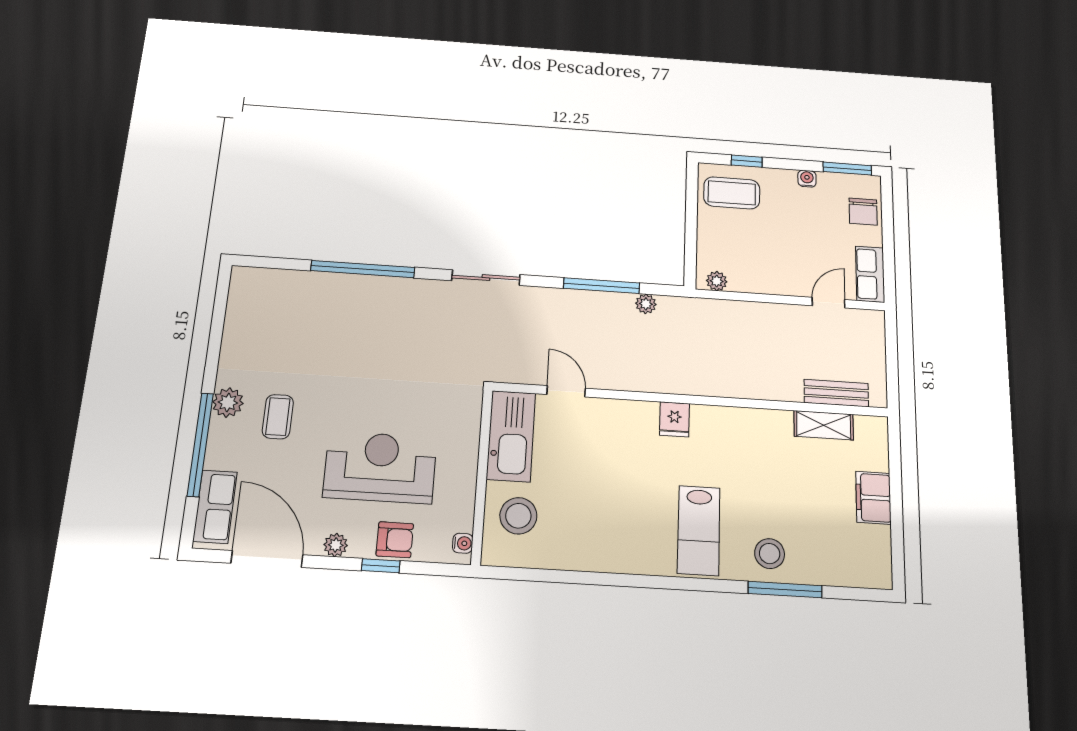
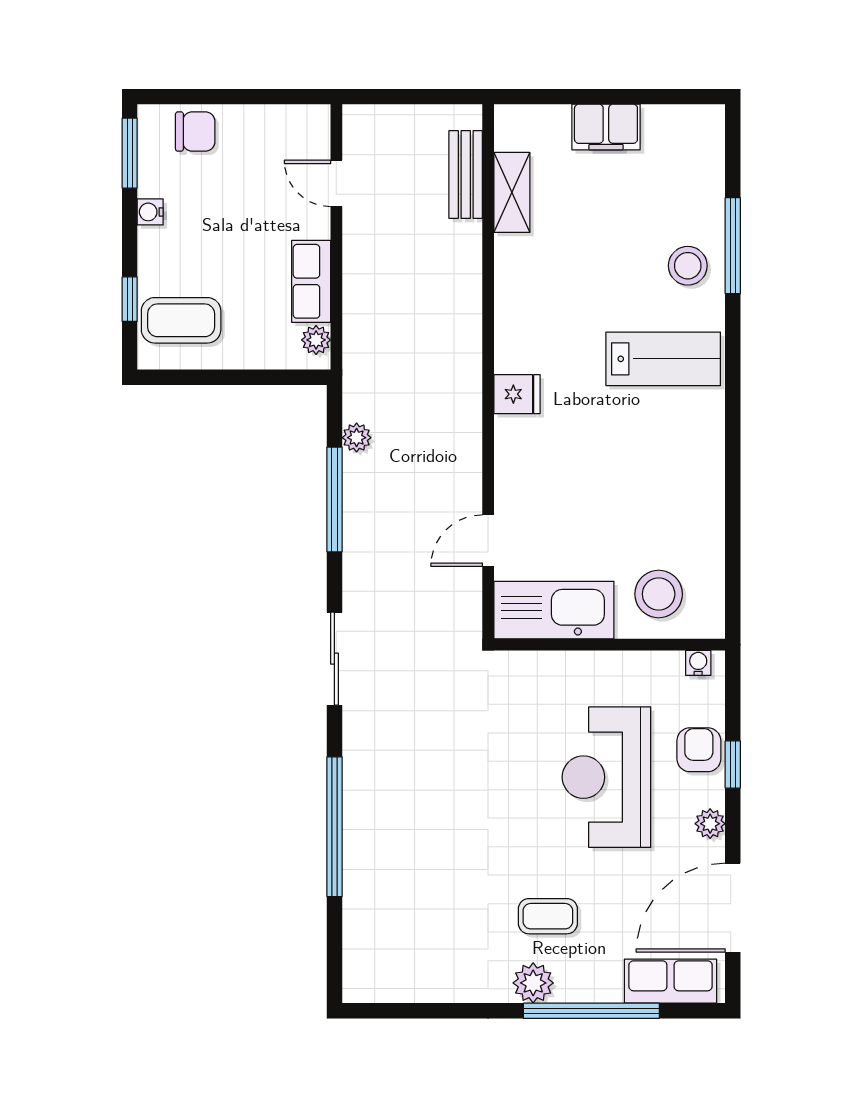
coffee table: (732, 193) -> (181, 320), turned 90
row of seats: (870, 274) -> (311, 281), moved, turned 90

